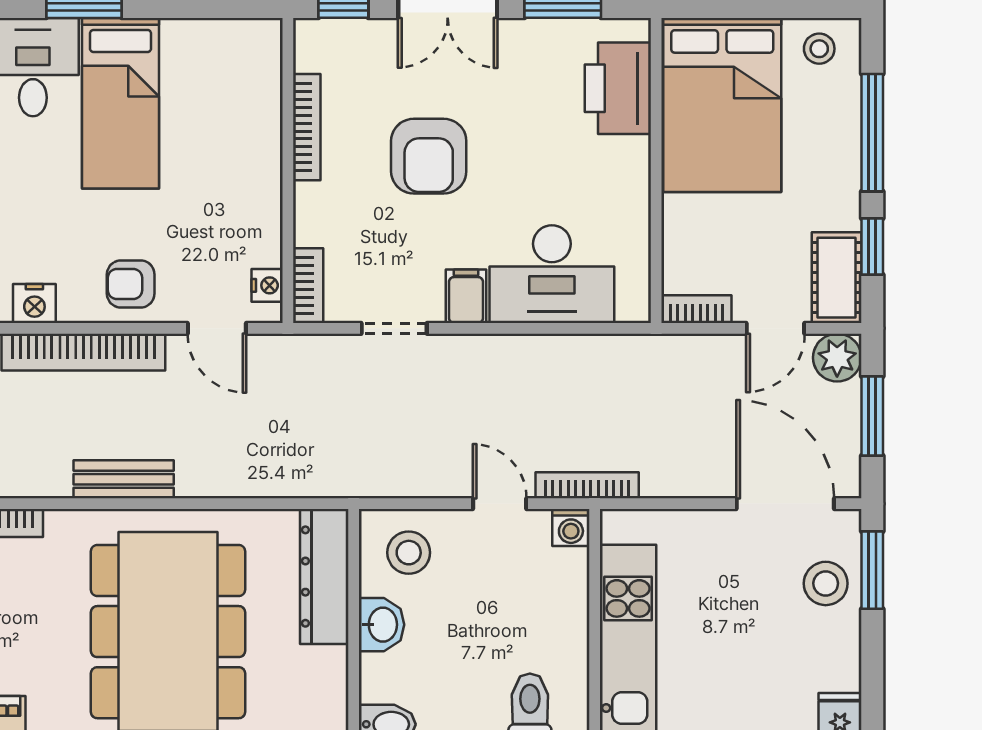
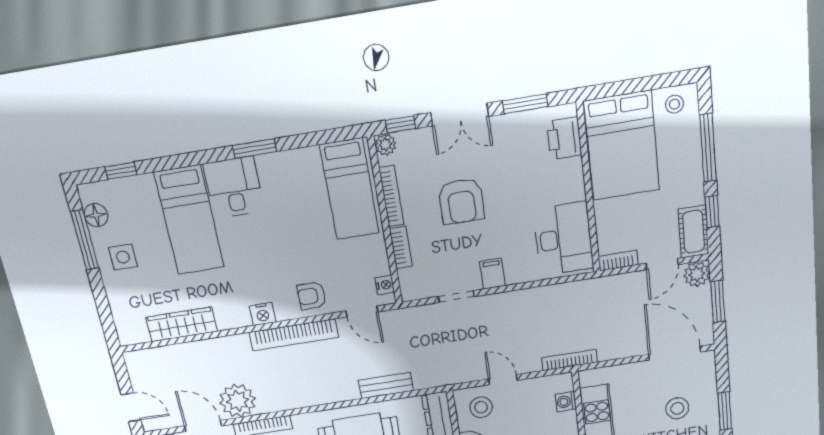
plant: (312, 37) -> (386, 145), added
printer: (618, 88) -> (564, 138), width x0.73, depth x0.84
bed: (121, 103) -> (349, 189), moved
desk: (552, 274) -> (563, 239), moved, turned -90
bookcase: (308, 286) -> (401, 248), moved
bench: (124, 479) -> (386, 386), moved
door: (500, 504) -> (503, 380), moved
washing machine: (571, 527) -> (566, 402), moved, turned 90
window: (872, 570) -> (725, 411), moved
stool: (826, 583) -> (677, 408), moved

